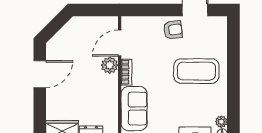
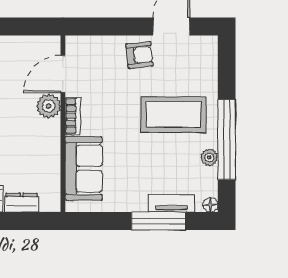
window: (233, 88) -> (227, 140), added
plant: (221, 122) -> (209, 157), moved

